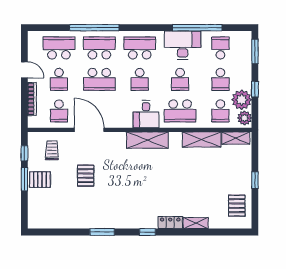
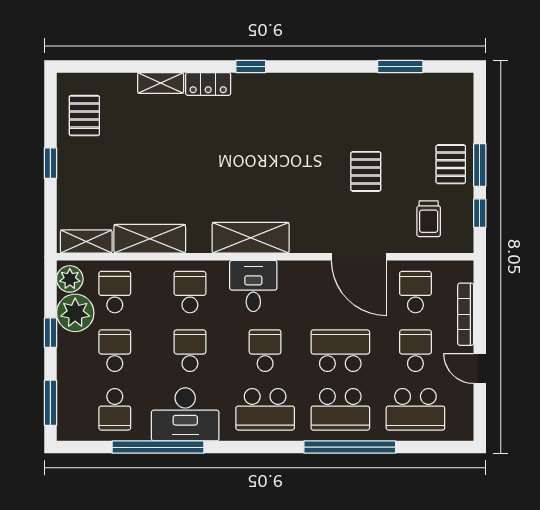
school desk: (180, 111) -> (190, 292), width x0.54
pallet: (40, 180) -> (451, 164), turned 90
window: (102, 232) -> (400, 66), moved

